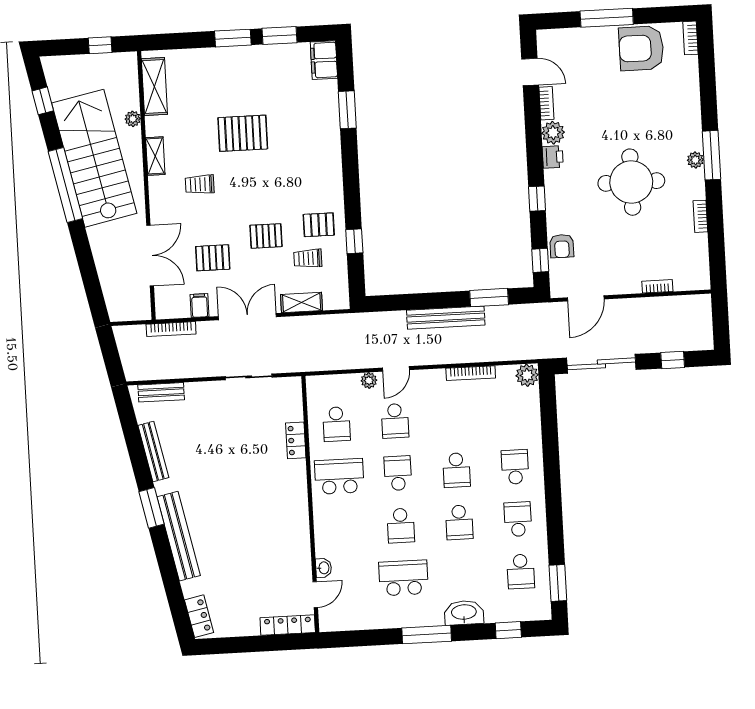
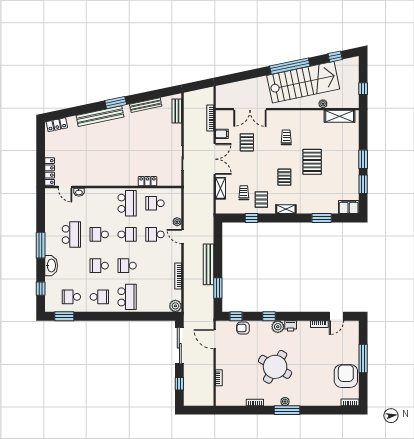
plant: (553, 133) -> (278, 327), moved
shelving: (155, 156) -> (286, 209), moved
round table: (631, 182) -> (275, 367), turned 30
pallet: (266, 236) -> (284, 177), moved
school desk: (515, 467) -> (127, 297), width x1.85

